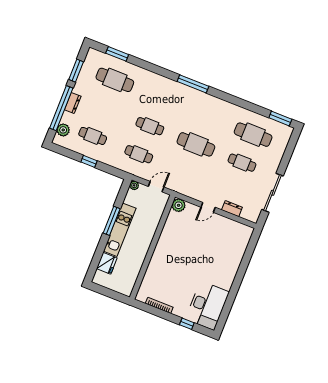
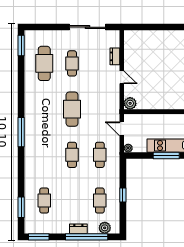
window: (76, 71) -> (39, 237), moved
cafe table: (115, 80) -> (44, 201), width x0.73, depth x0.74

